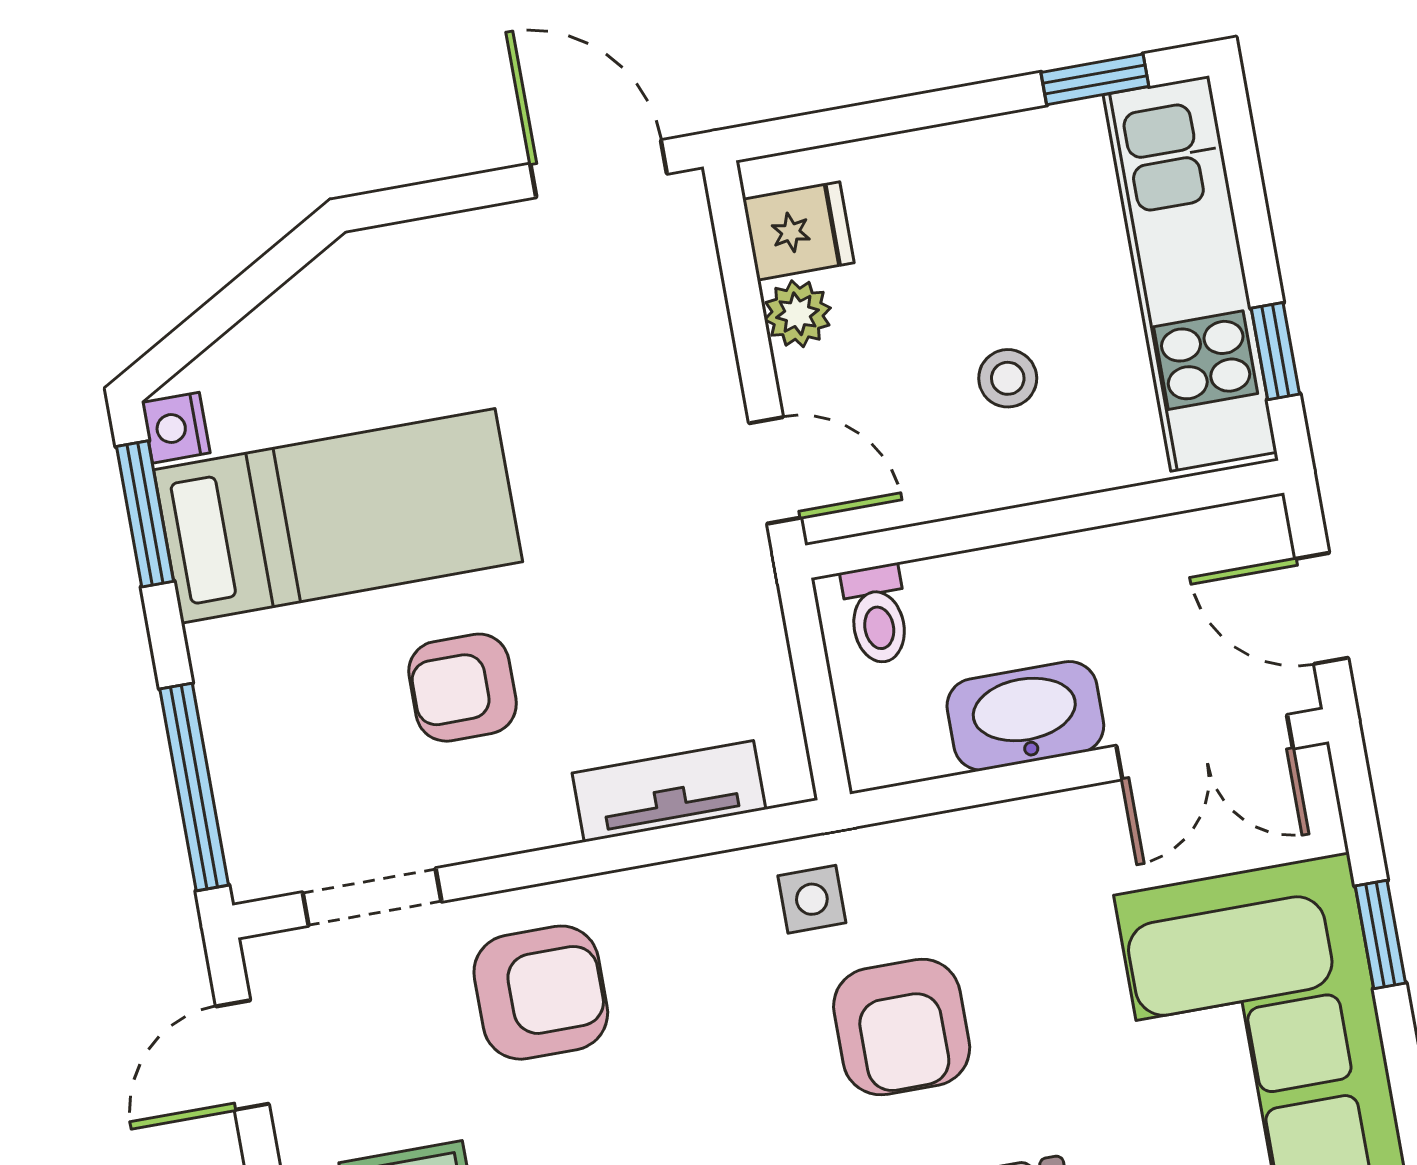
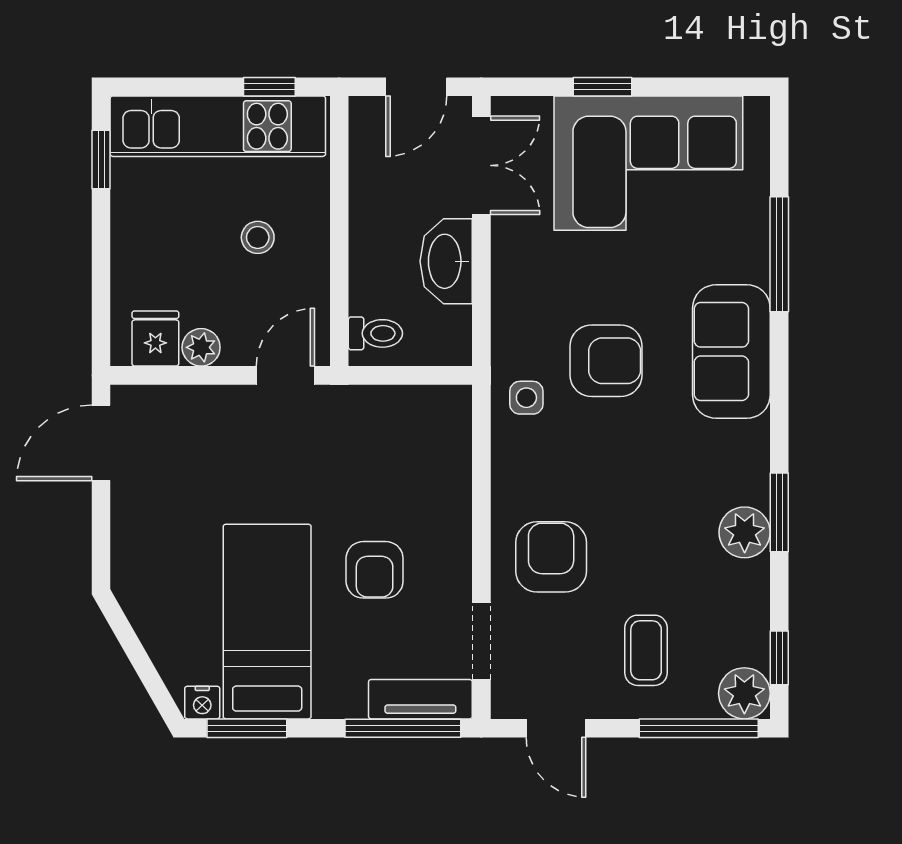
tv unit: (669, 791) -> (420, 699), moved, turned 90

